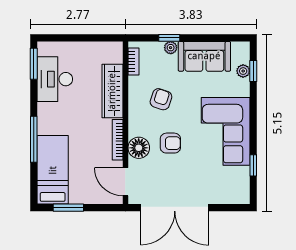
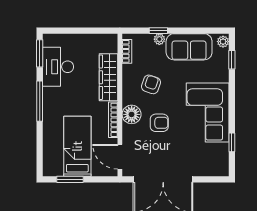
plant: (243, 71) -> (223, 42), moved
window: (34, 139) -> (40, 101), moved
floor lamp: (139, 148) -> (132, 114), moved
bed: (53, 170) -> (77, 146), moved

